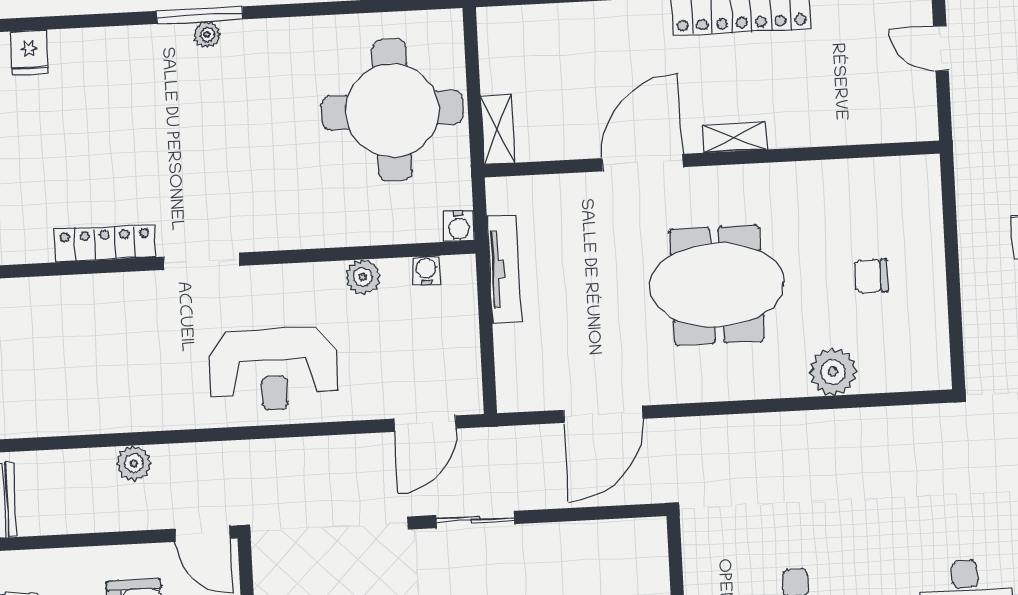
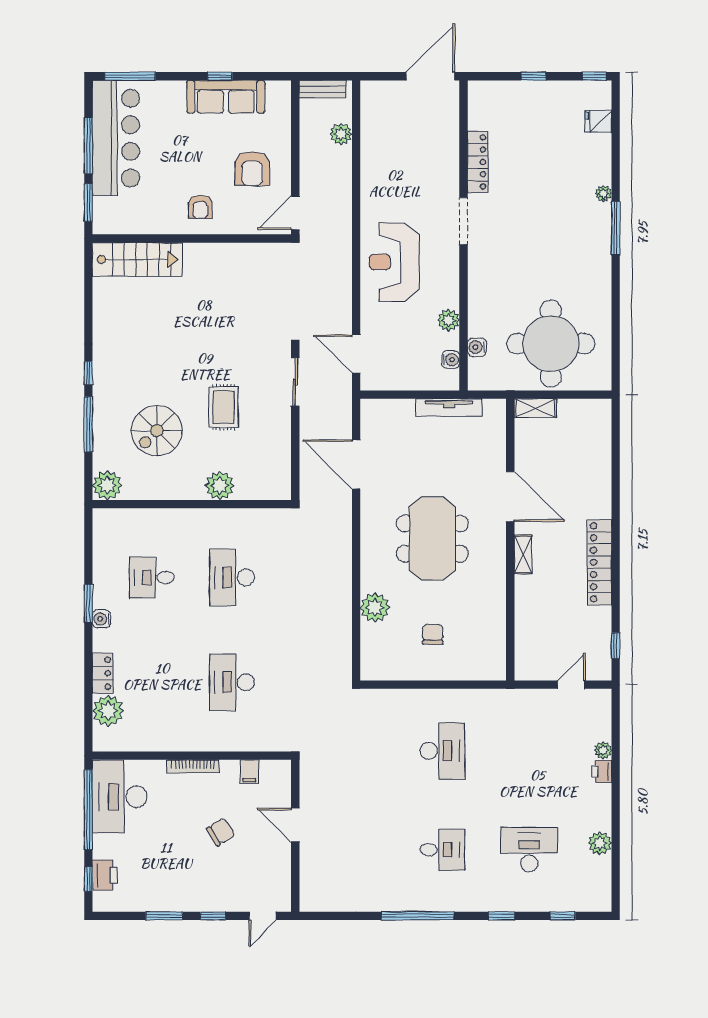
plant: (207, 35) -> (603, 194), moved
water cooler: (459, 226) -> (477, 347), moved
plant: (134, 463) -> (341, 134), moved

